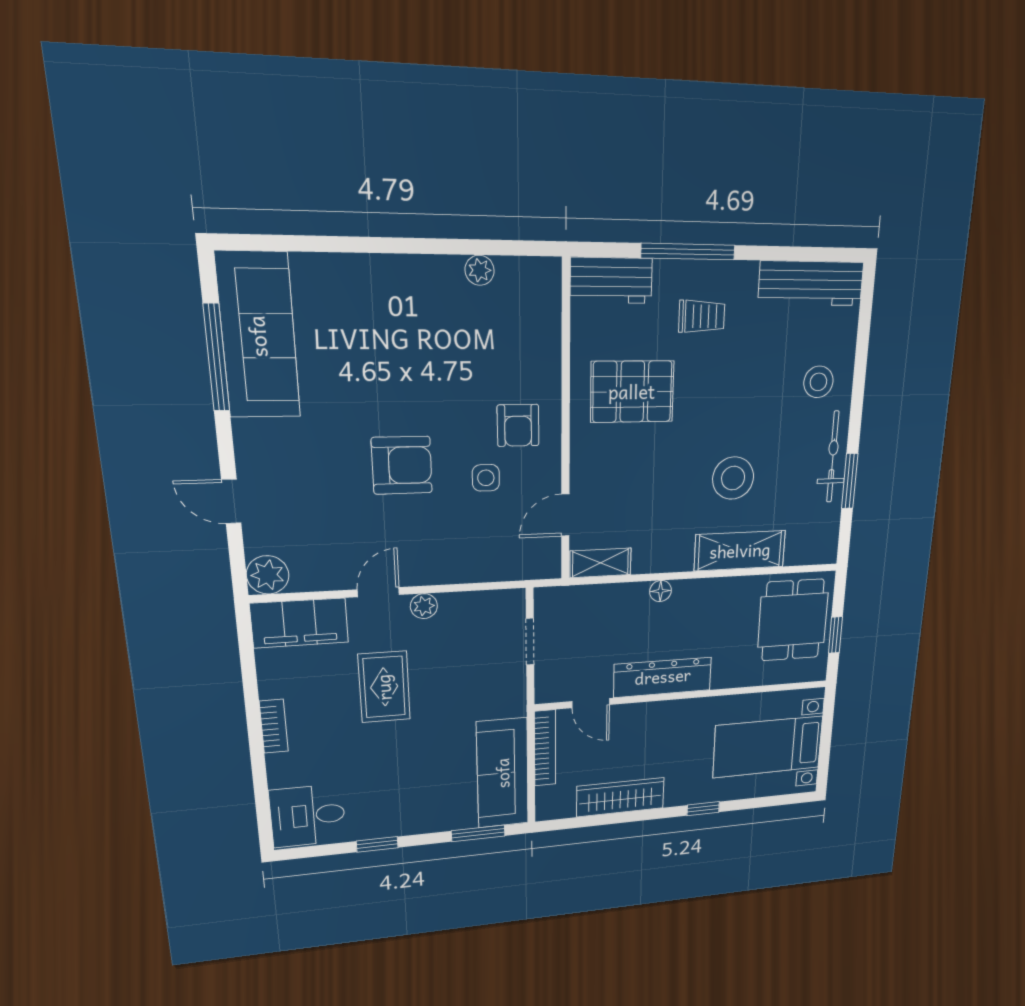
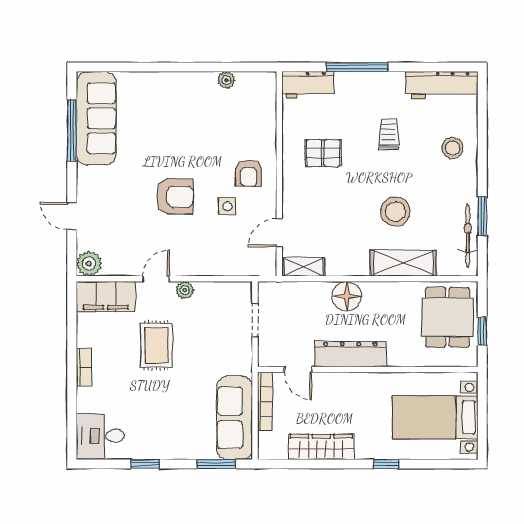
trolley: (702, 316) -> (389, 134), moved, turned -90
pallet: (632, 392) -> (323, 153), width x0.67, depth x0.71
bicycle: (833, 457) -> (468, 236), moved
floor lamp: (661, 591) -> (347, 296), width x1.89, depth x1.89

